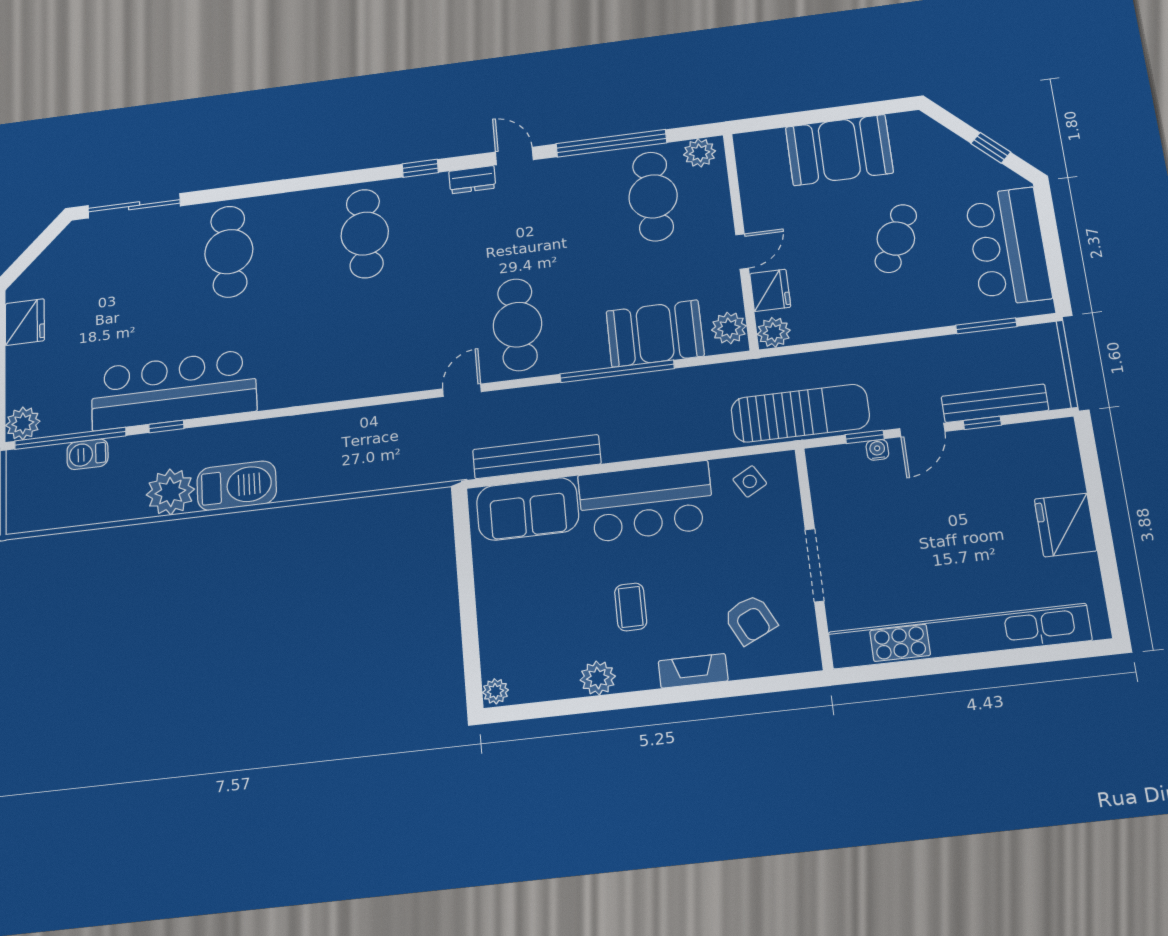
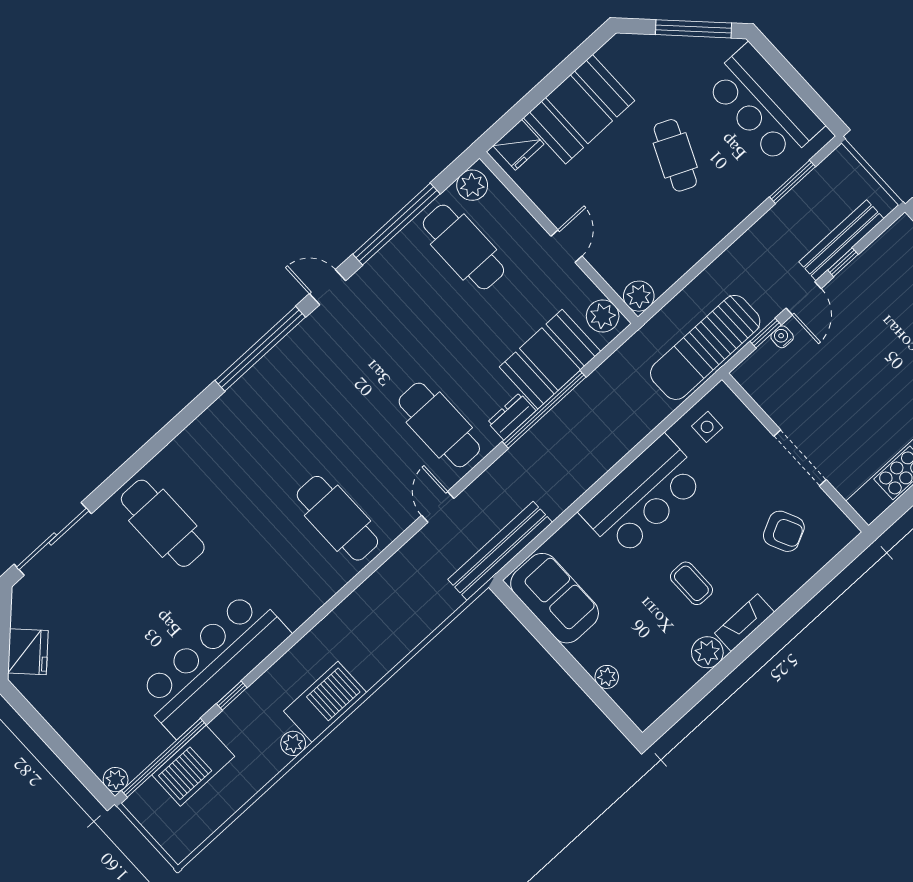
window: (991, 148) -> (694, 29), width x2.17
window: (420, 168) -> (260, 349), width x3.17
dresser: (472, 180) -> (512, 416), moved, turned 180
cafe table: (365, 234) -> (337, 518), moved
fridge: (770, 290) -> (518, 145), moved, turned 90
fridge: (25, 322) -> (28, 652), moved, turned 45
sun lounger: (800, 413) -> (705, 347), turned 180
plant: (23, 423) -> (116, 780), width x0.73, depth x0.73
barbecue: (87, 454) -> (193, 766), width x1.88, depth x1.53
bench: (537, 457) -> (500, 551), moved
side table: (750, 481) -> (707, 427), turned 30
plant: (170, 492) -> (293, 743), width x0.53, depth x0.53
sofa: (528, 509) -> (555, 598), moved, turned -90
fireplace: (693, 671) -> (744, 623), moved
plant: (495, 691) -> (607, 677), moved

